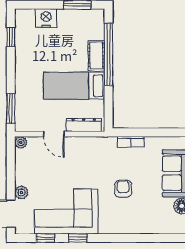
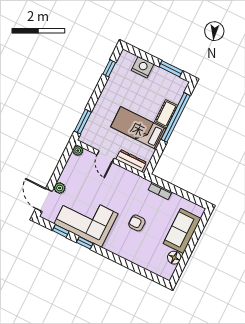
armchair: (123, 189) -> (137, 223), turned -88

